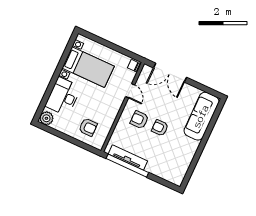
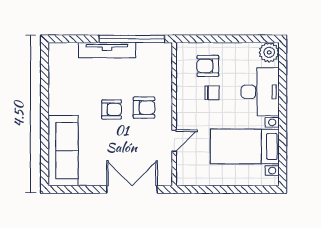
chair: (134, 66) -> (212, 93), moved
door: (130, 91) -> (174, 141), swing flipped
tv unit: (128, 157) -> (107, 50), moved

